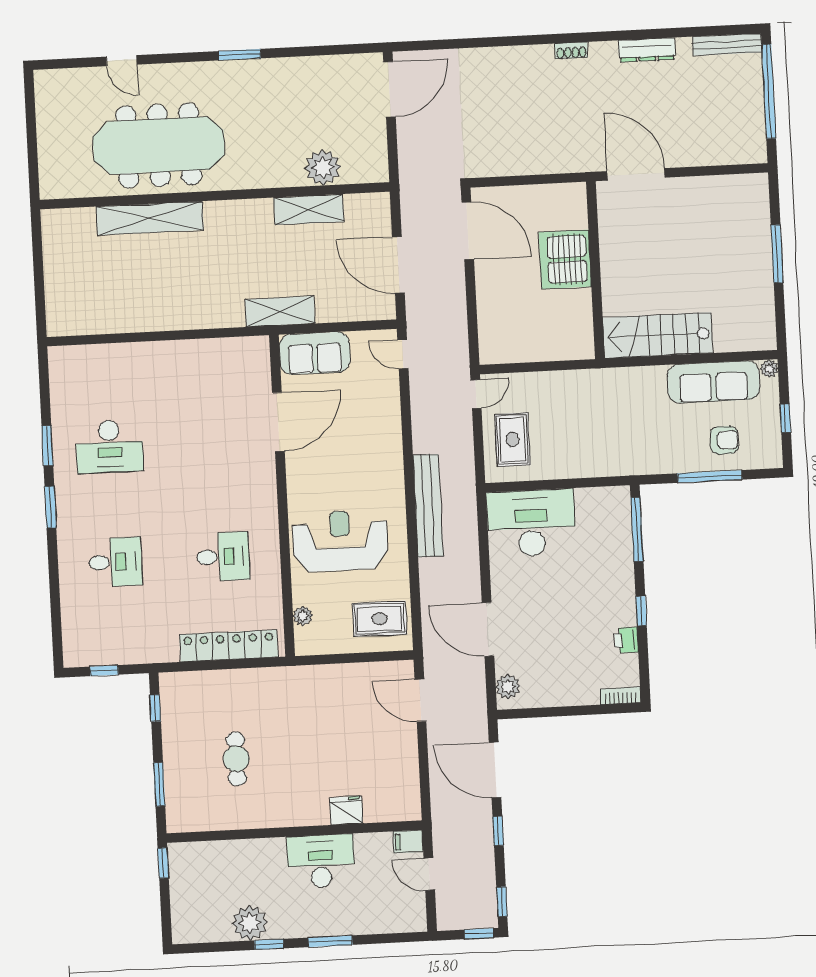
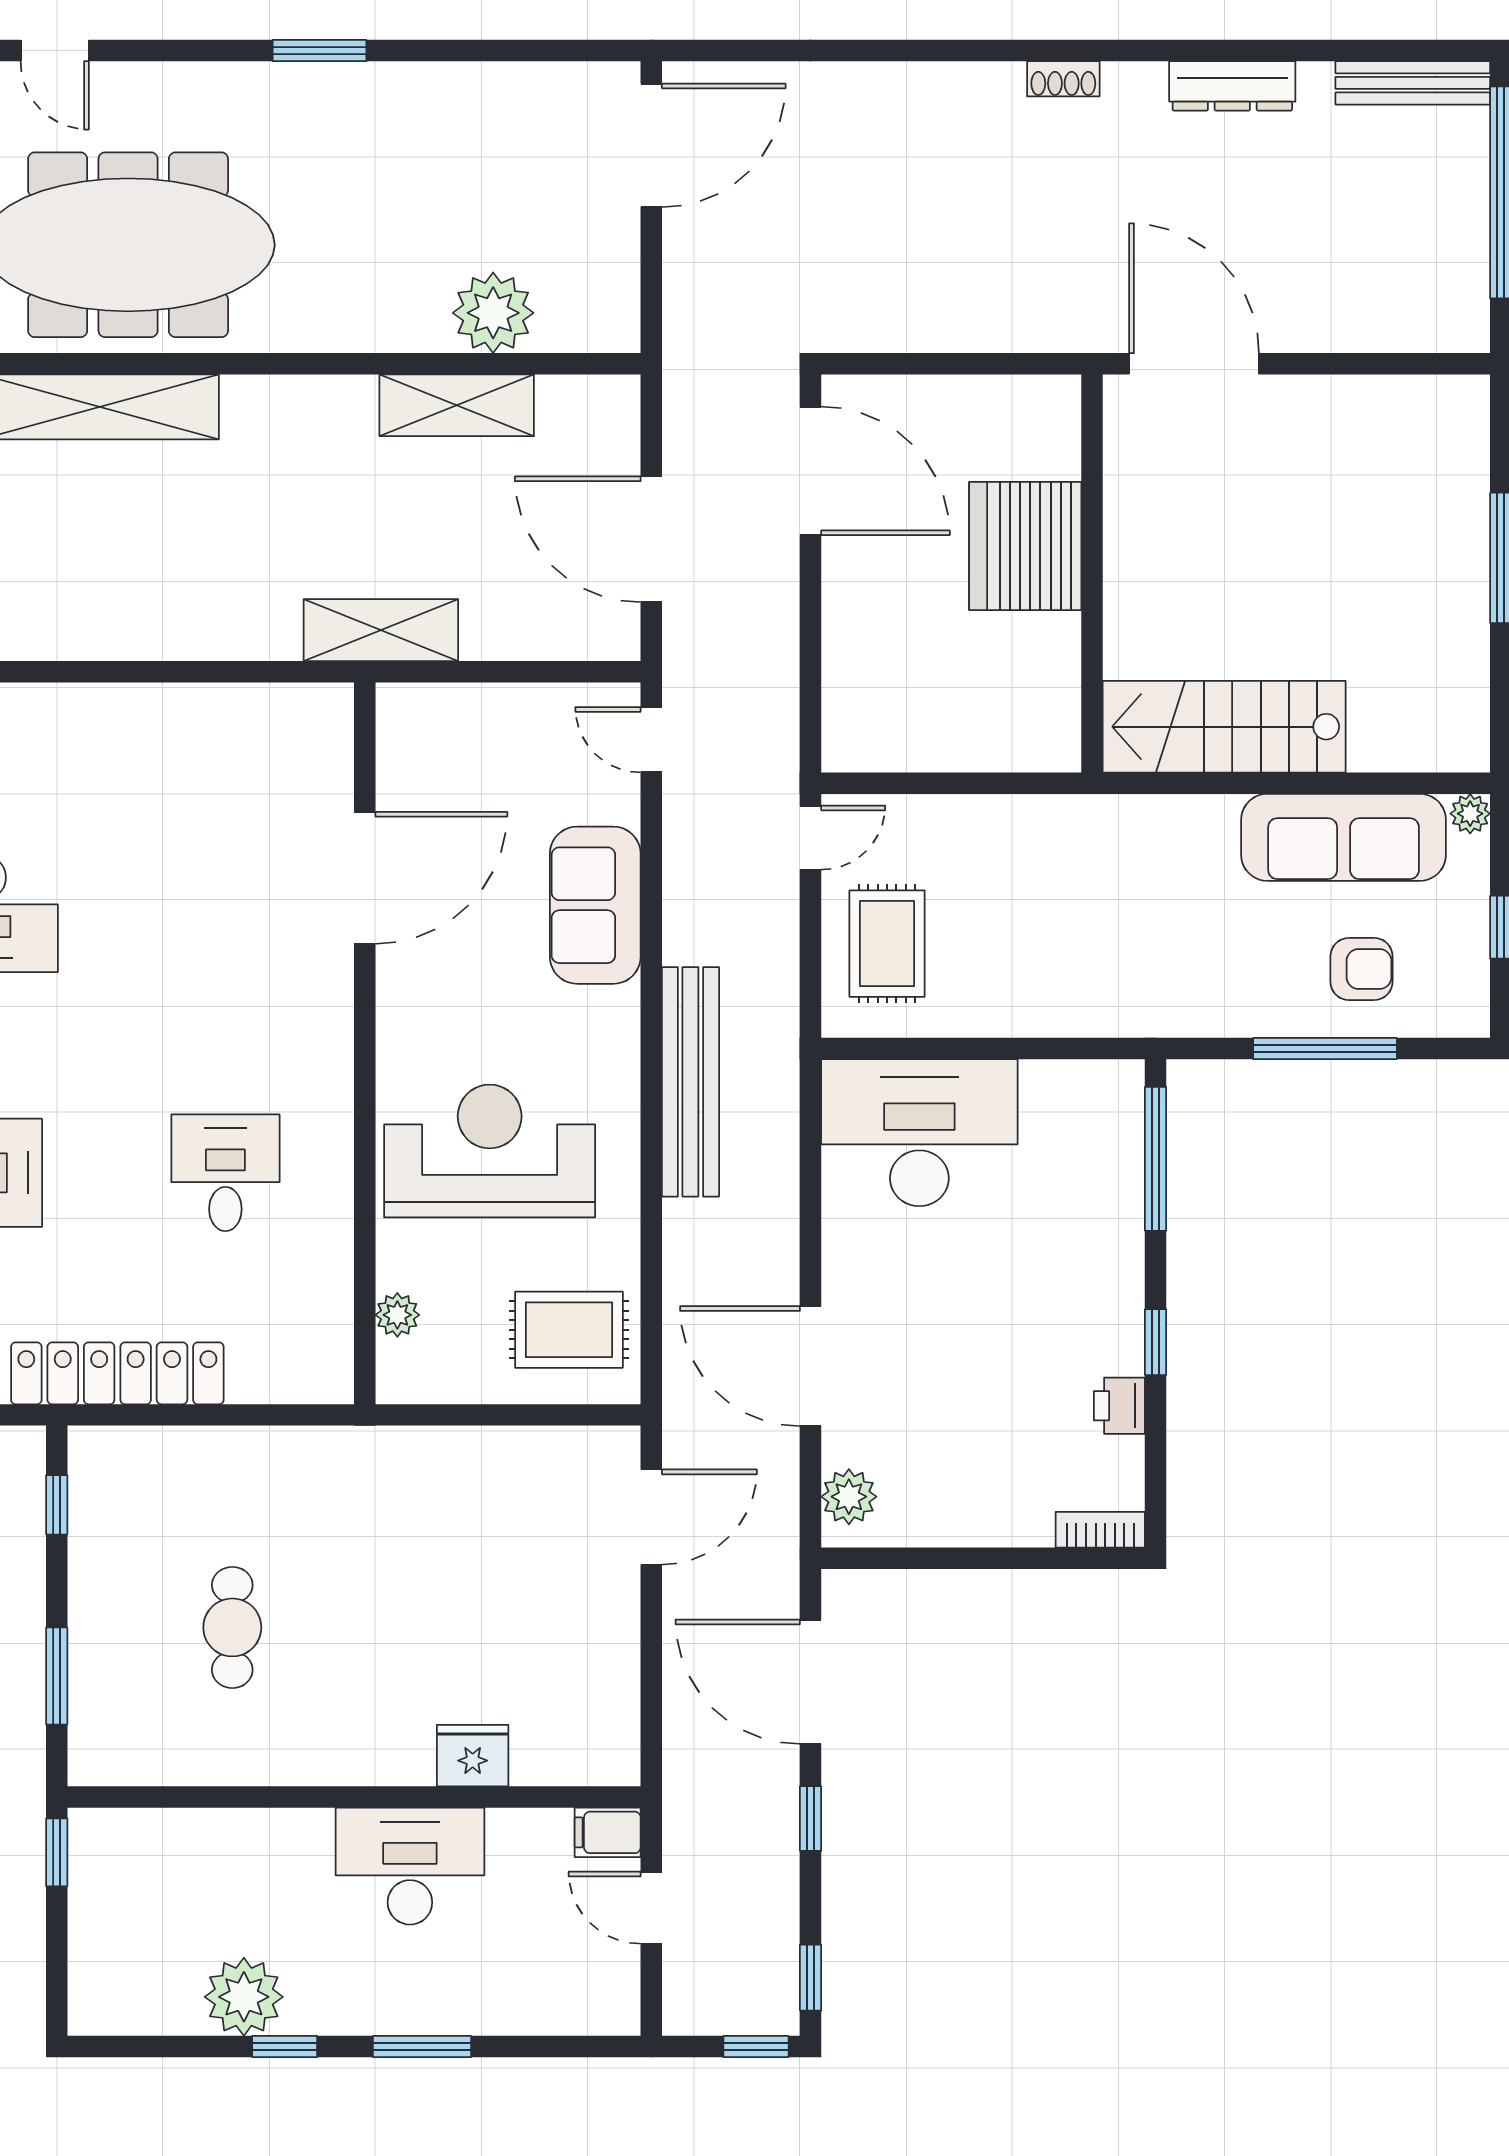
sofa: (315, 353) -> (595, 905), moved, turned 90
desk: (223, 557) -> (225, 1173), turned -90
locker: (229, 646) -> (117, 1373), moved
door: (420, 700) -> (651, 1517), swing flipped

